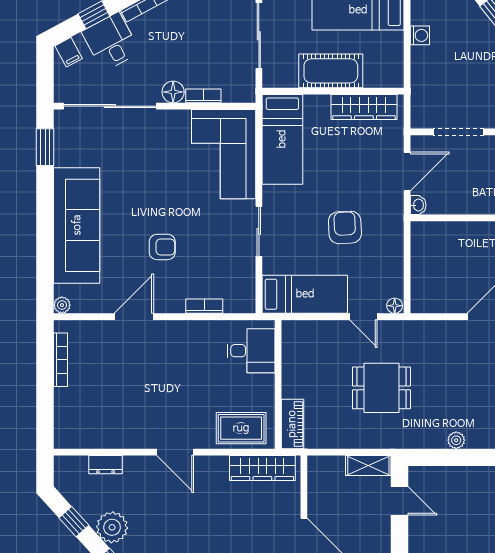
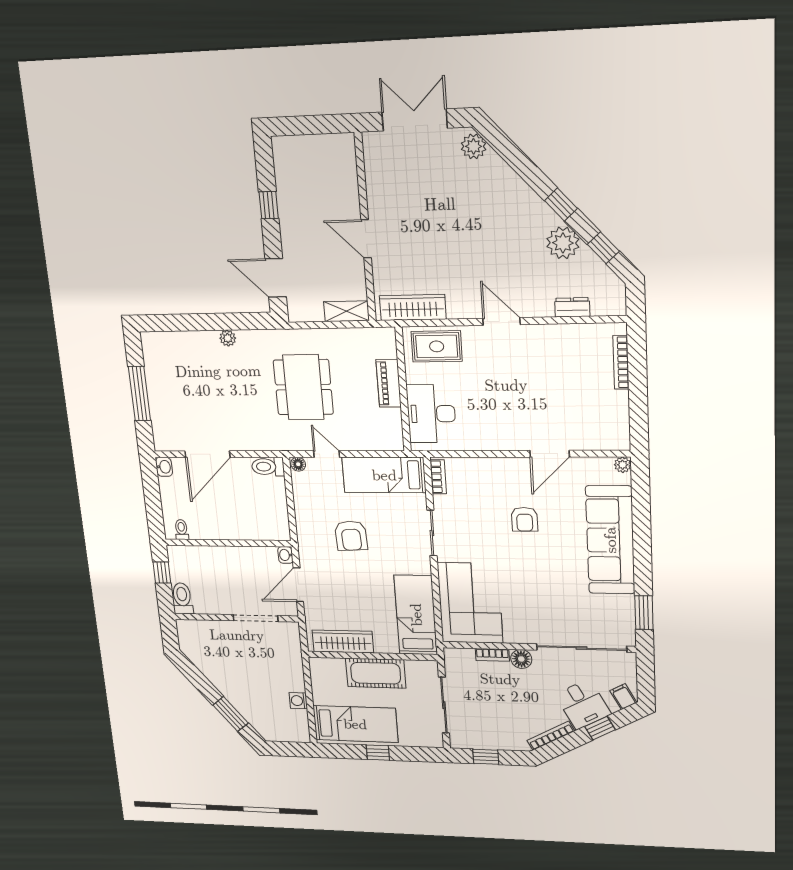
armchair: (162, 247) -> (525, 519), turned -90
toilet: (427, 303) -> (268, 467), added
bookcase: (204, 306) -> (438, 477), moved, turned -90
desk: (251, 351) -> (431, 414), width x1.37
bookcase: (60, 360) -> (621, 362), moved
dining table: (381, 388) -> (303, 387), width x1.38
piano: (292, 424) -> (389, 383), moved
shelving: (368, 465) -> (346, 311), moved
door: (400, 501) -> (276, 278), width x1.38

